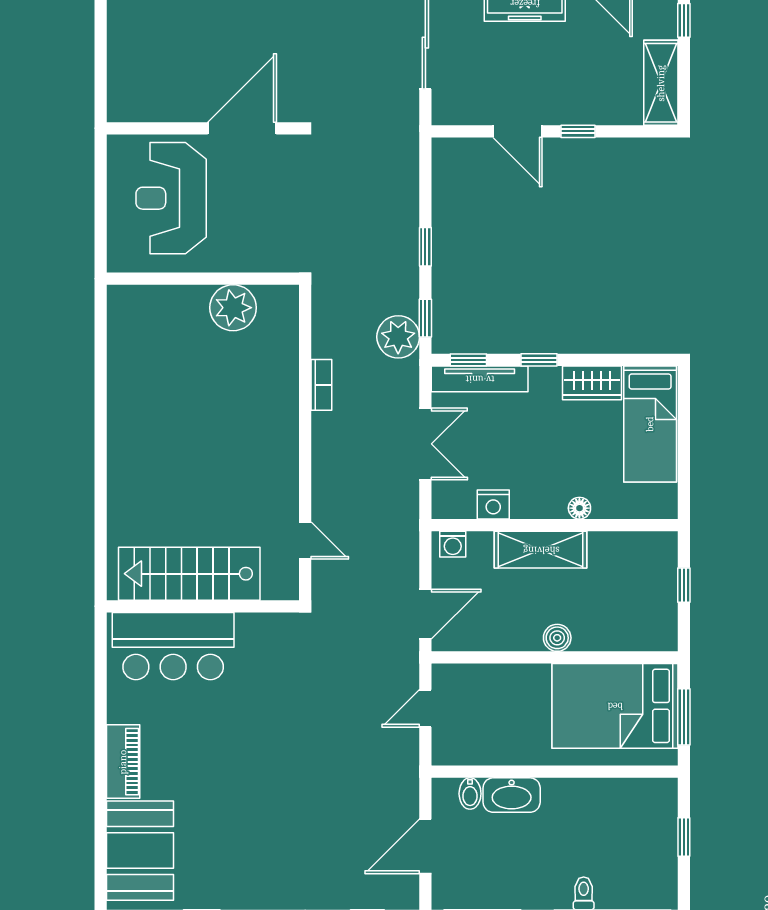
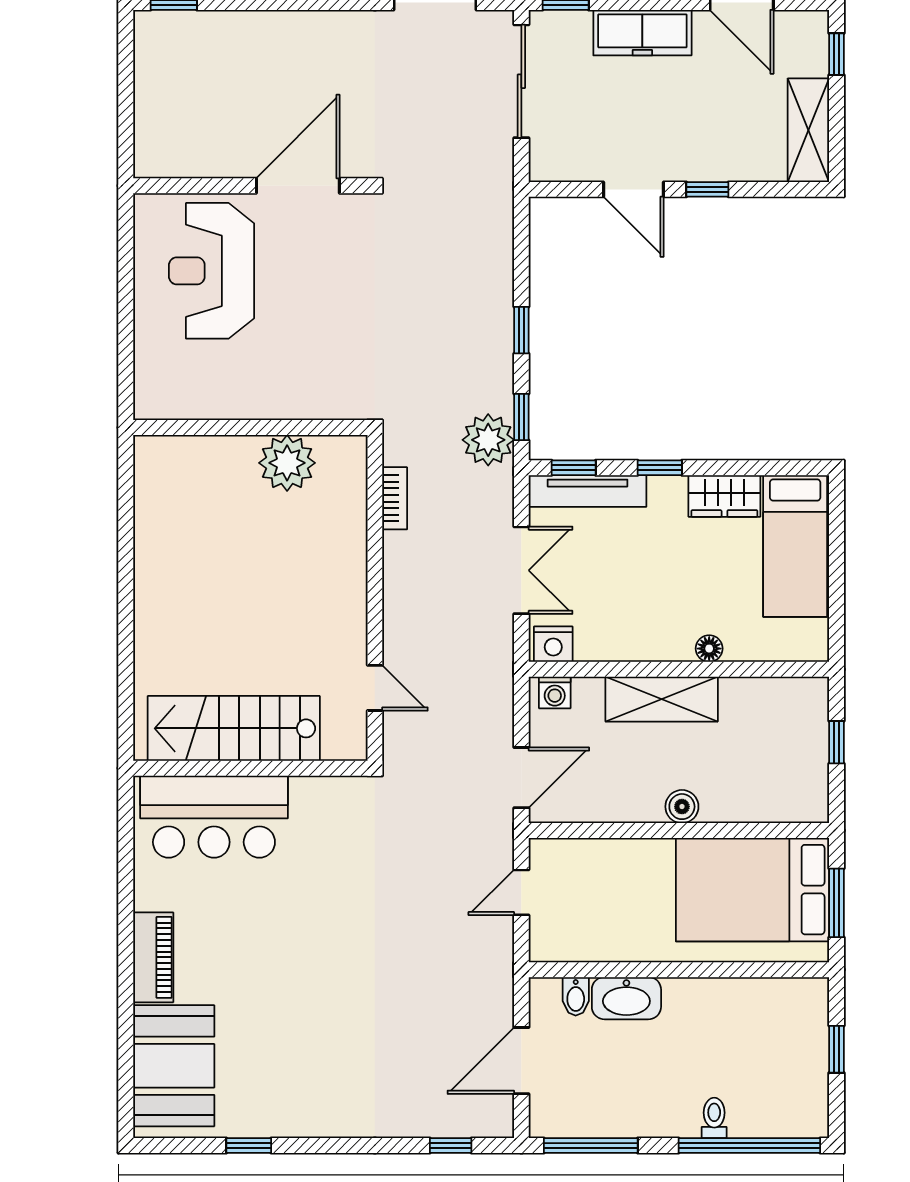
wall: (203, 279) -> (250, 427), moved
plant: (233, 308) -> (287, 463), moved
nightstand: (493, 505) -> (553, 644), moved

